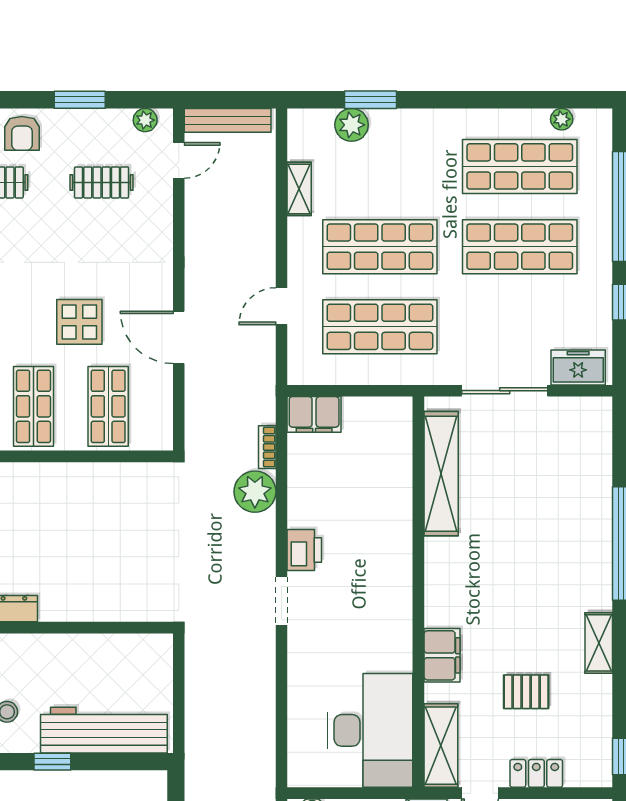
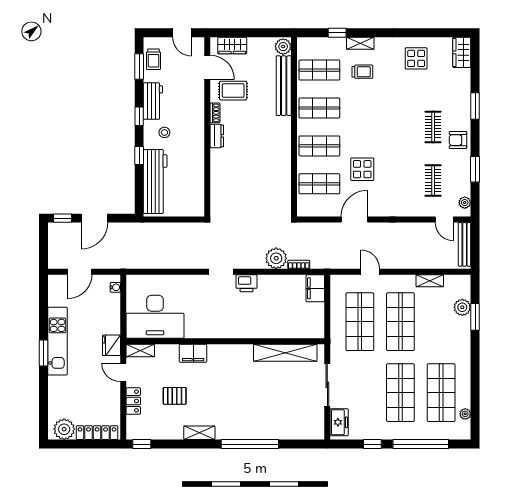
pallet: (526, 692) -> (175, 396), turned 90
shelving: (441, 746) -> (140, 350), width x0.67, depth x0.75

